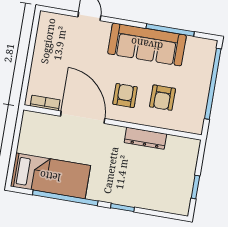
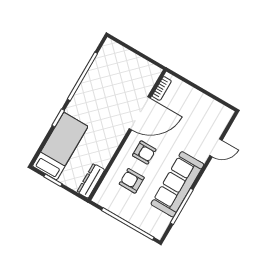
dresser: (145, 138) -> (91, 181), moved
bed: (50, 176) -> (60, 146), moved, turned 180

